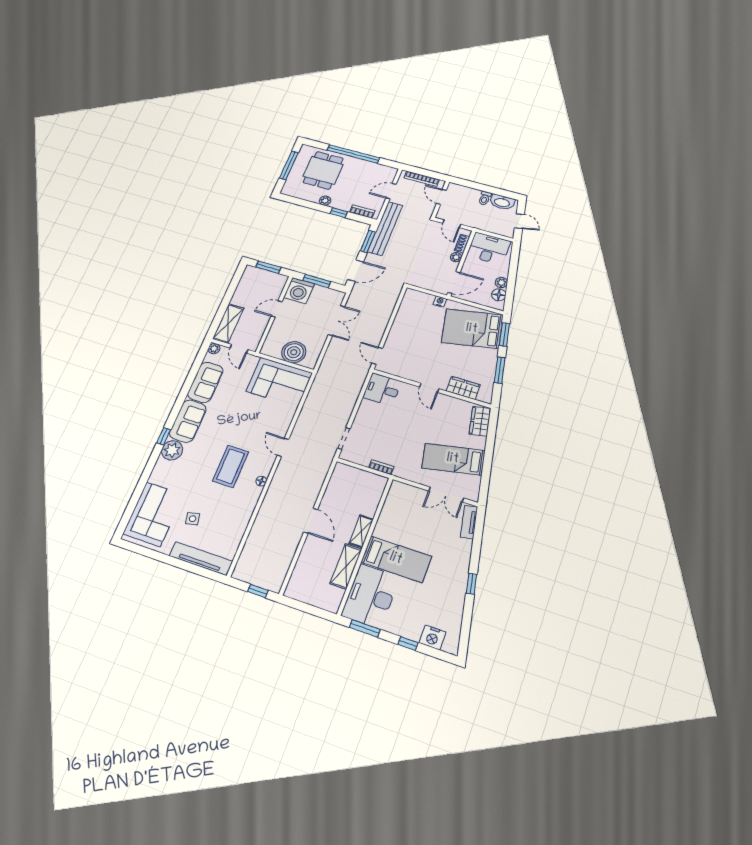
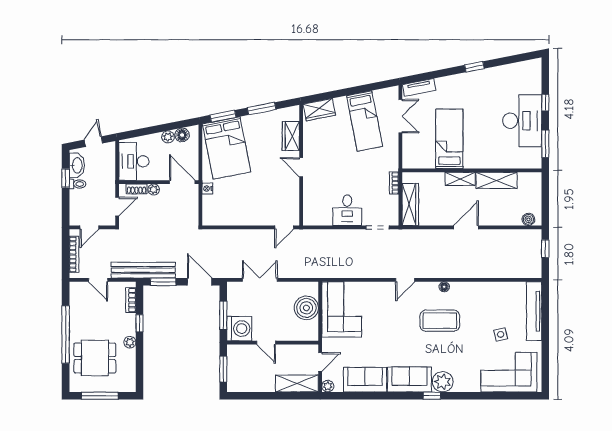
window: (494, 190) -> (66, 178), added
door: (429, 388) -> (301, 167), swing flipped
desk: (382, 389) -> (347, 210), moved
wardrobe: (354, 476) -> (410, 204), added
bed: (396, 559) -> (449, 139), moved
boiler: (294, 584) -> (528, 219), added
desk: (370, 596) -> (522, 121), moved, turned -90
nightstand: (432, 637) -> (533, 84), removed

